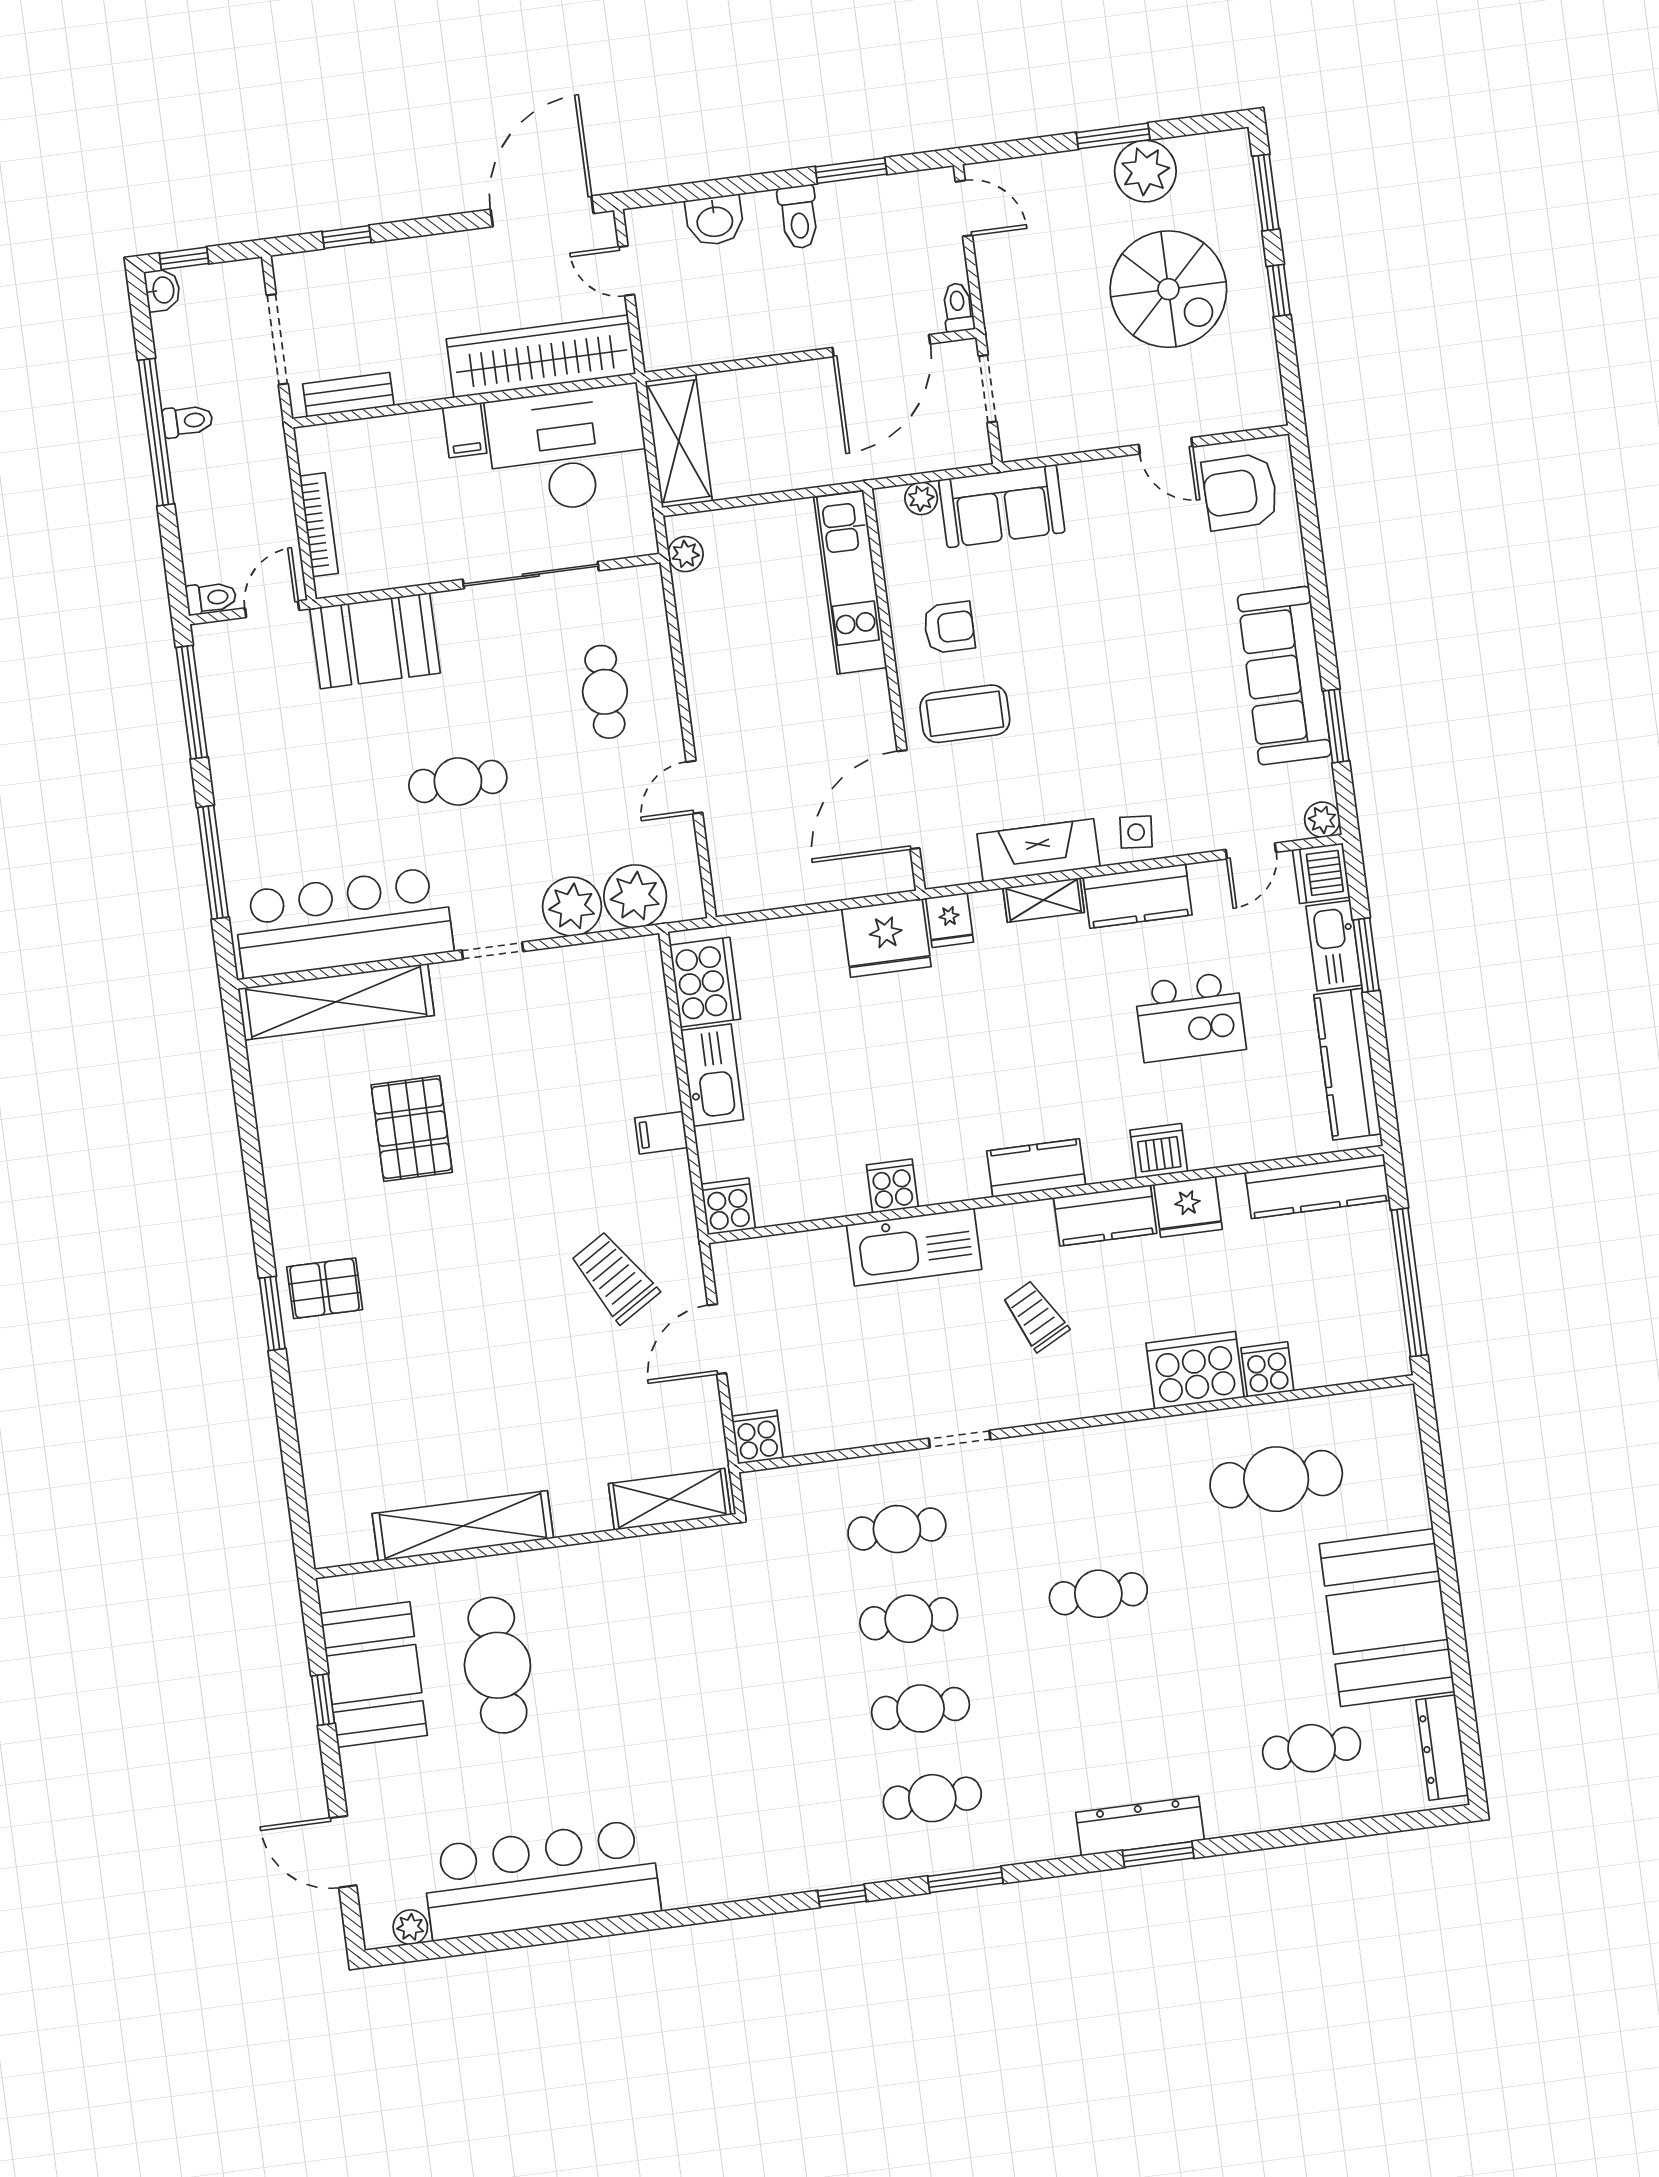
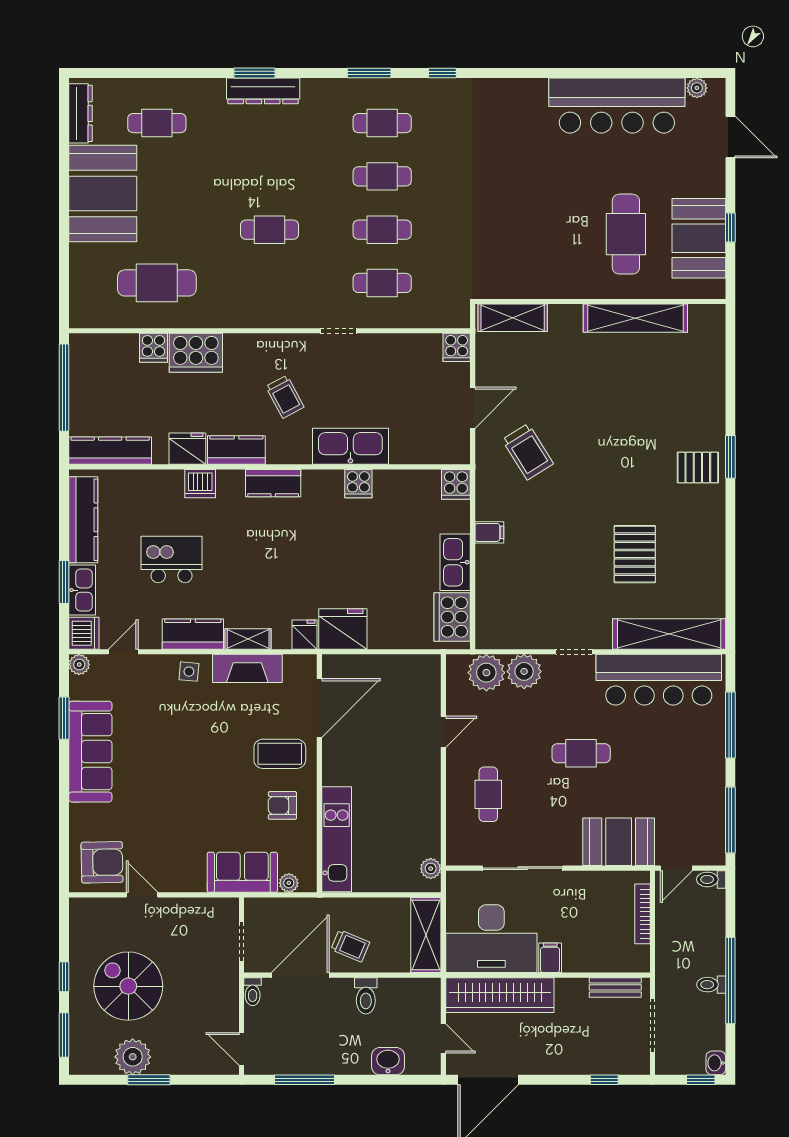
window: (851, 171) -> (304, 1080), width x1.44
toilet: (799, 217) -> (366, 996), moved, turned 180
trolley: (804, 406) -> (350, 946), added

